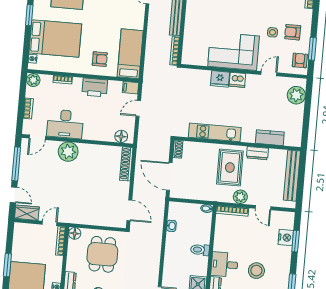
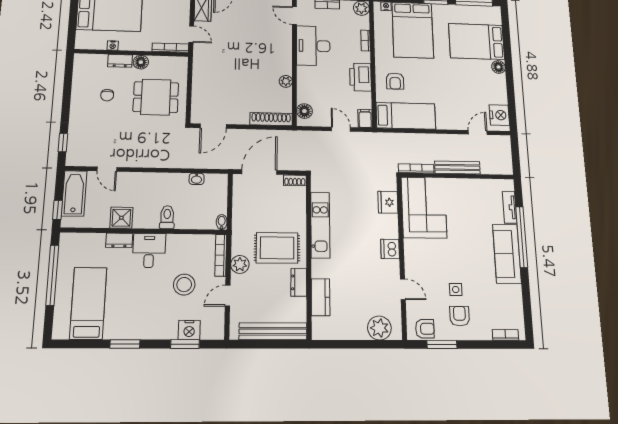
corner sofa: (234, 51) -> (424, 208), moved
fridge: (220, 79) -> (388, 202), moved
plant: (68, 152) -> (286, 81), moved, width x0.53, depth x0.53
floor lamp: (75, 233) -> (141, 62), moved
stool: (256, 271) -> (184, 285), moved

